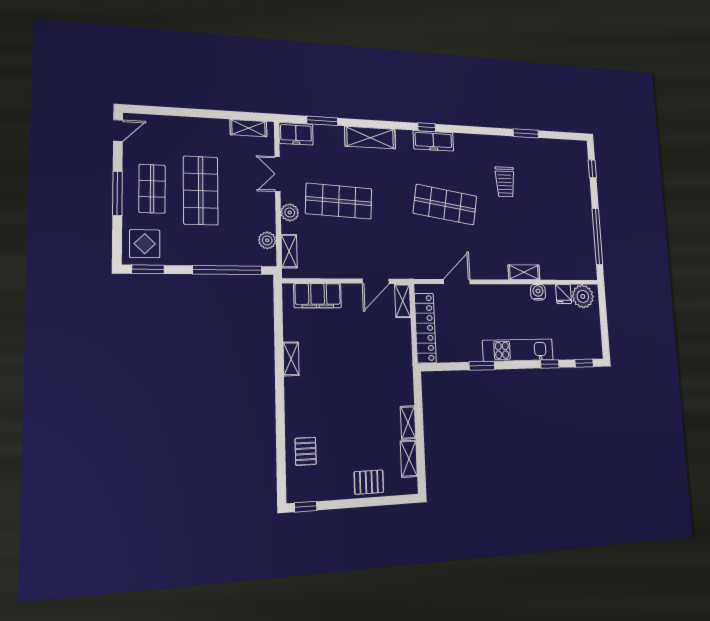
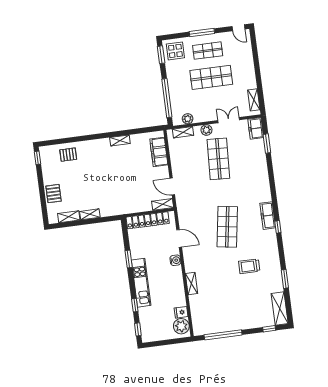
window: (427, 127) -> (278, 227), moved
shelving: (370, 138) -> (280, 309), moved
water cooler: (538, 292) -> (175, 260), moved

